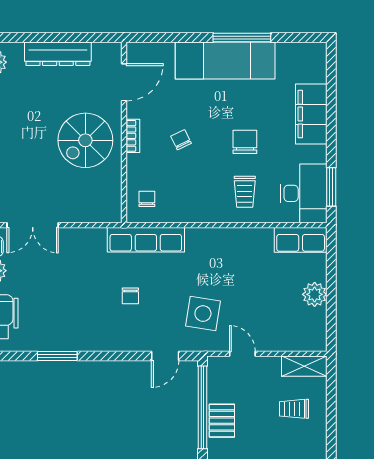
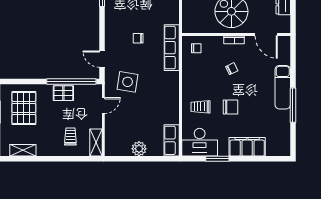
exam couch: (225, 60) -> (283, 87), width x0.73, depth x0.69
window: (331, 187) -> (217, 159), moved

